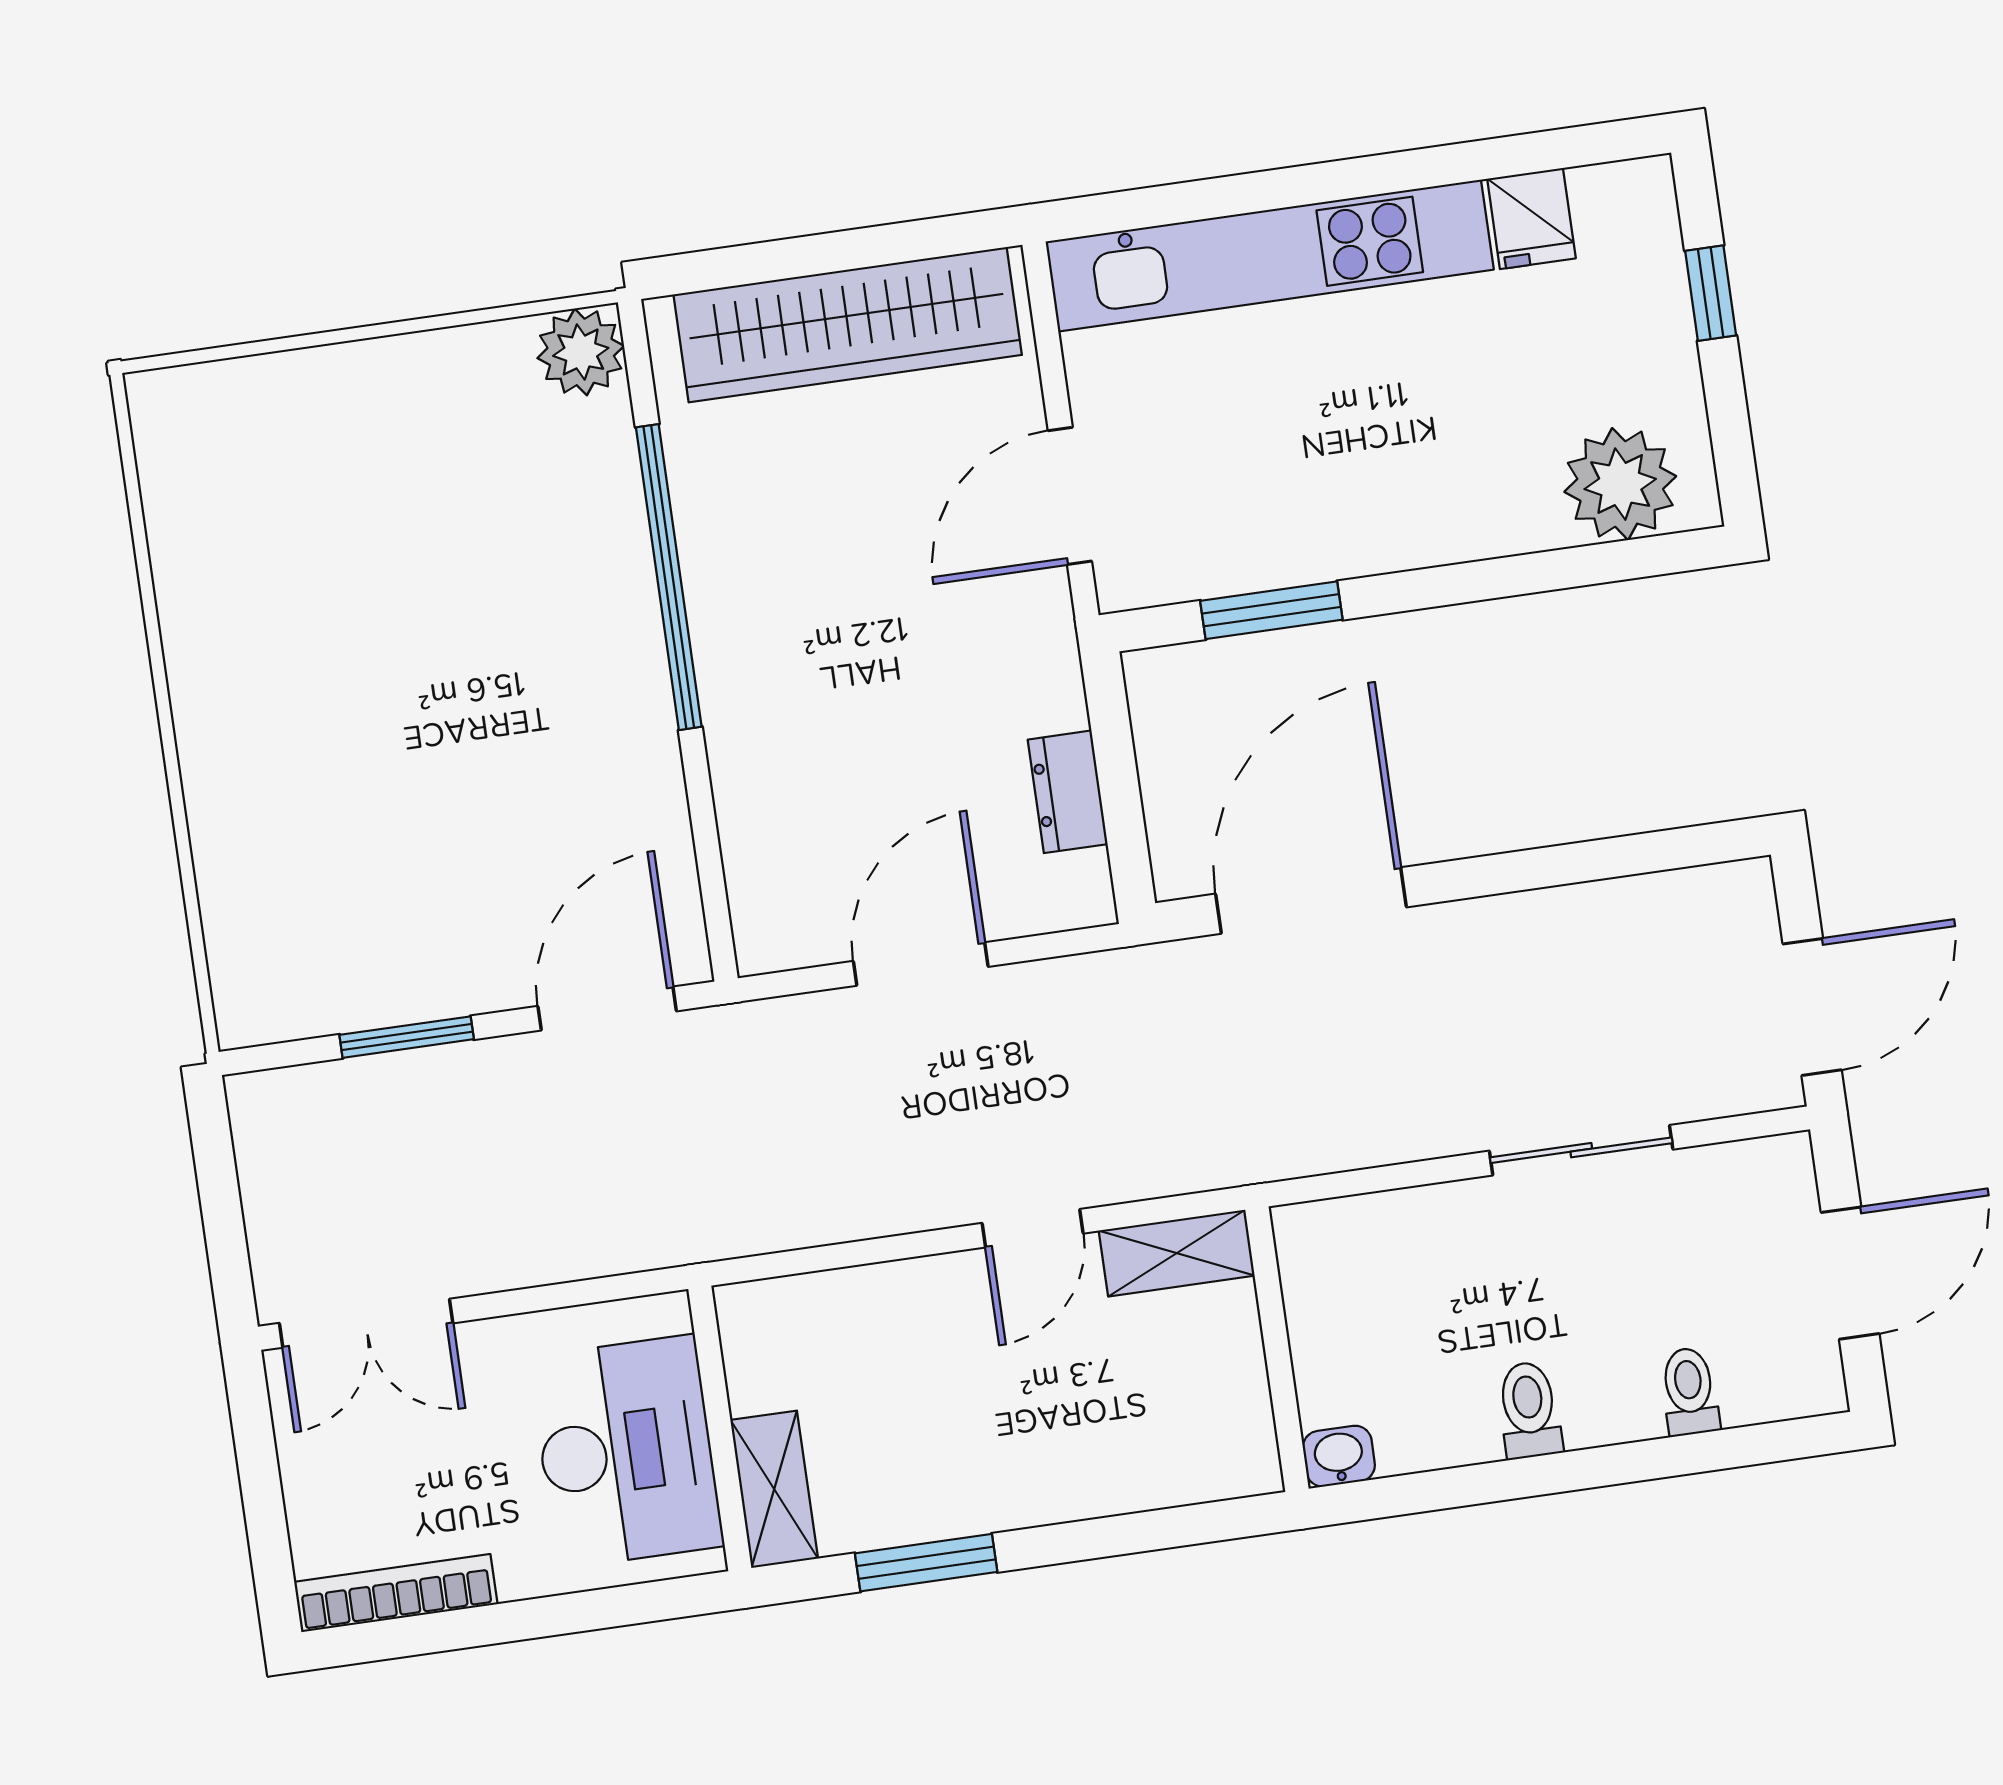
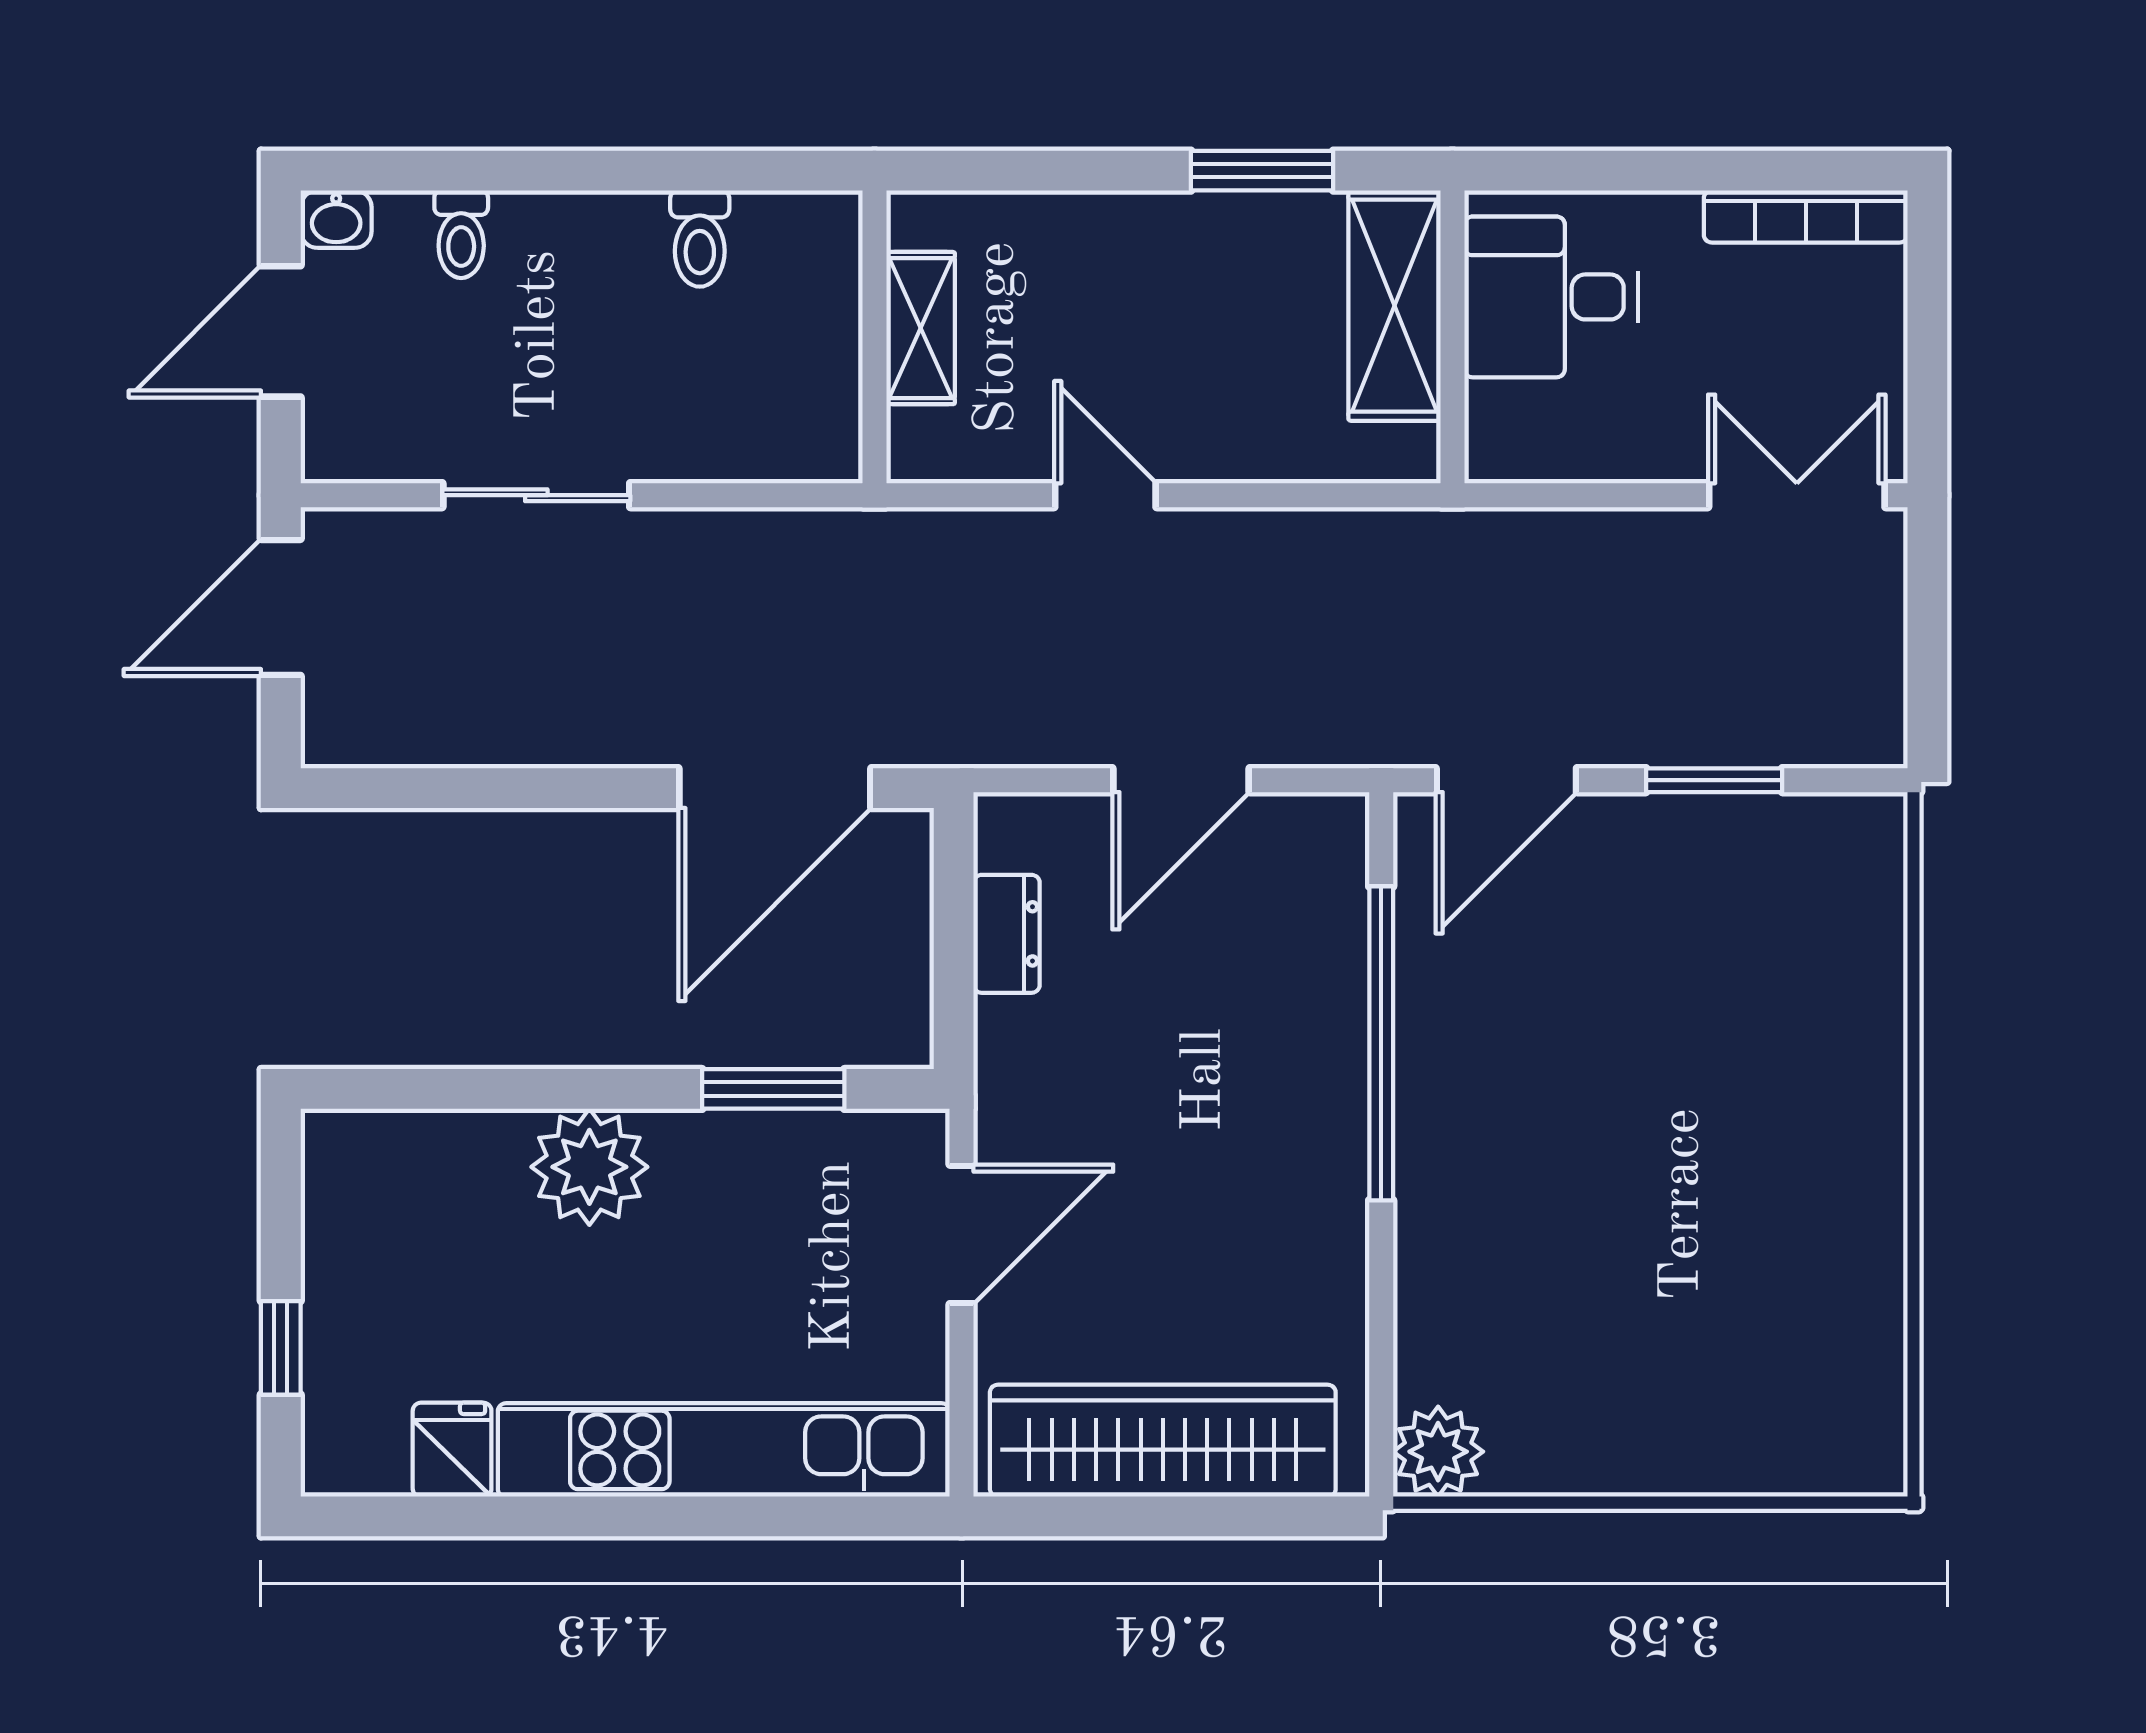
plant: (1620, 484) -> (589, 1167), moved
window: (669, 577) -> (1381, 1043), moved
door: (1033, 1228) -> (1105, 495), hinge flipped
shelving: (1177, 1253) -> (921, 328), moved, turned 90
toilet: (1529, 1410) -> (700, 239), moved
desk: (626, 1452) -> (1551, 297), width x0.73
washbasin: (1339, 1456) -> (336, 219), moved
shelving: (774, 1489) -> (1394, 306), width x1.50, depth x1.33

